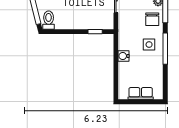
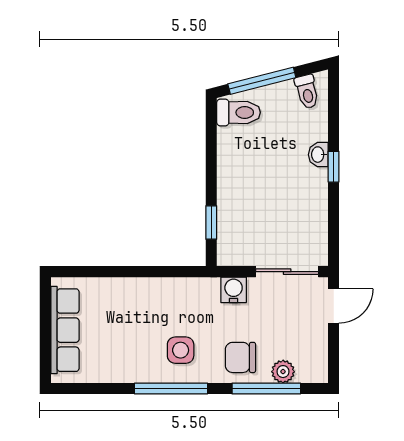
water cooler: (124, 56) -> (234, 290), moved
row of seats: (141, 93) -> (65, 330), width x1.48

